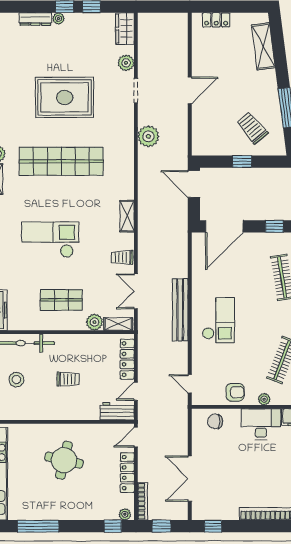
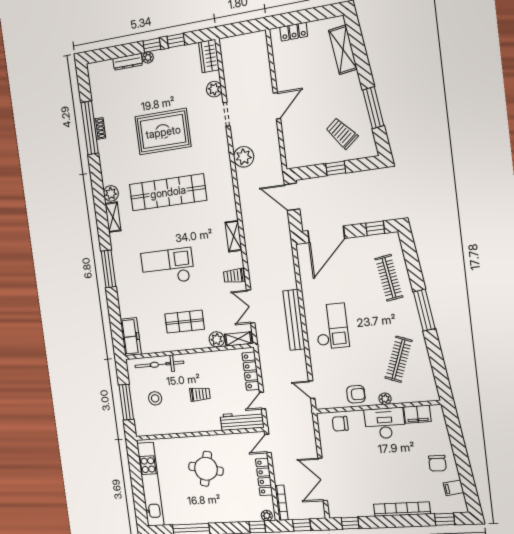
workbench: (117, 411) -> (242, 421), width x1.38

